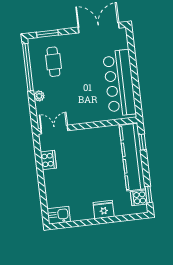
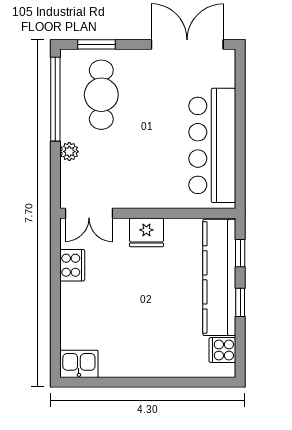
cafe table: (53, 62) -> (101, 95), width x1.37, depth x1.35
double door: (54, 130) -> (89, 213), swing flipped
window: (149, 195) -> (240, 302), moved
fridge: (104, 210) -> (146, 232), moved, turned 180

